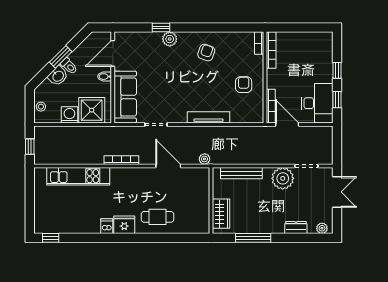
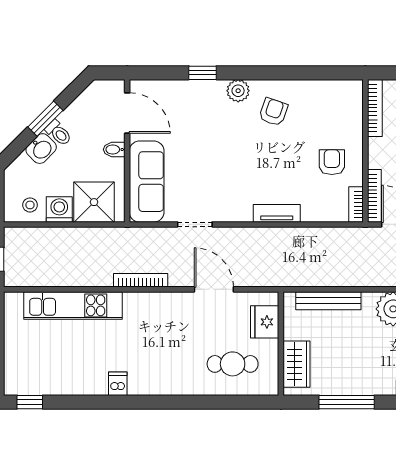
plant: (170, 39) -> (238, 91), moved
bookcase: (259, 43) -> (356, 205), moved
door: (113, 53) -> (127, 113), swing flipped
stool: (41, 107) -> (30, 205), moved
tv unit: (208, 117) -> (277, 213), width x0.71
plant: (205, 159) -> (271, 278), removed
cafe table: (157, 217) -> (233, 364), moved
fridge: (124, 225) -> (265, 322), moved, turned -90

